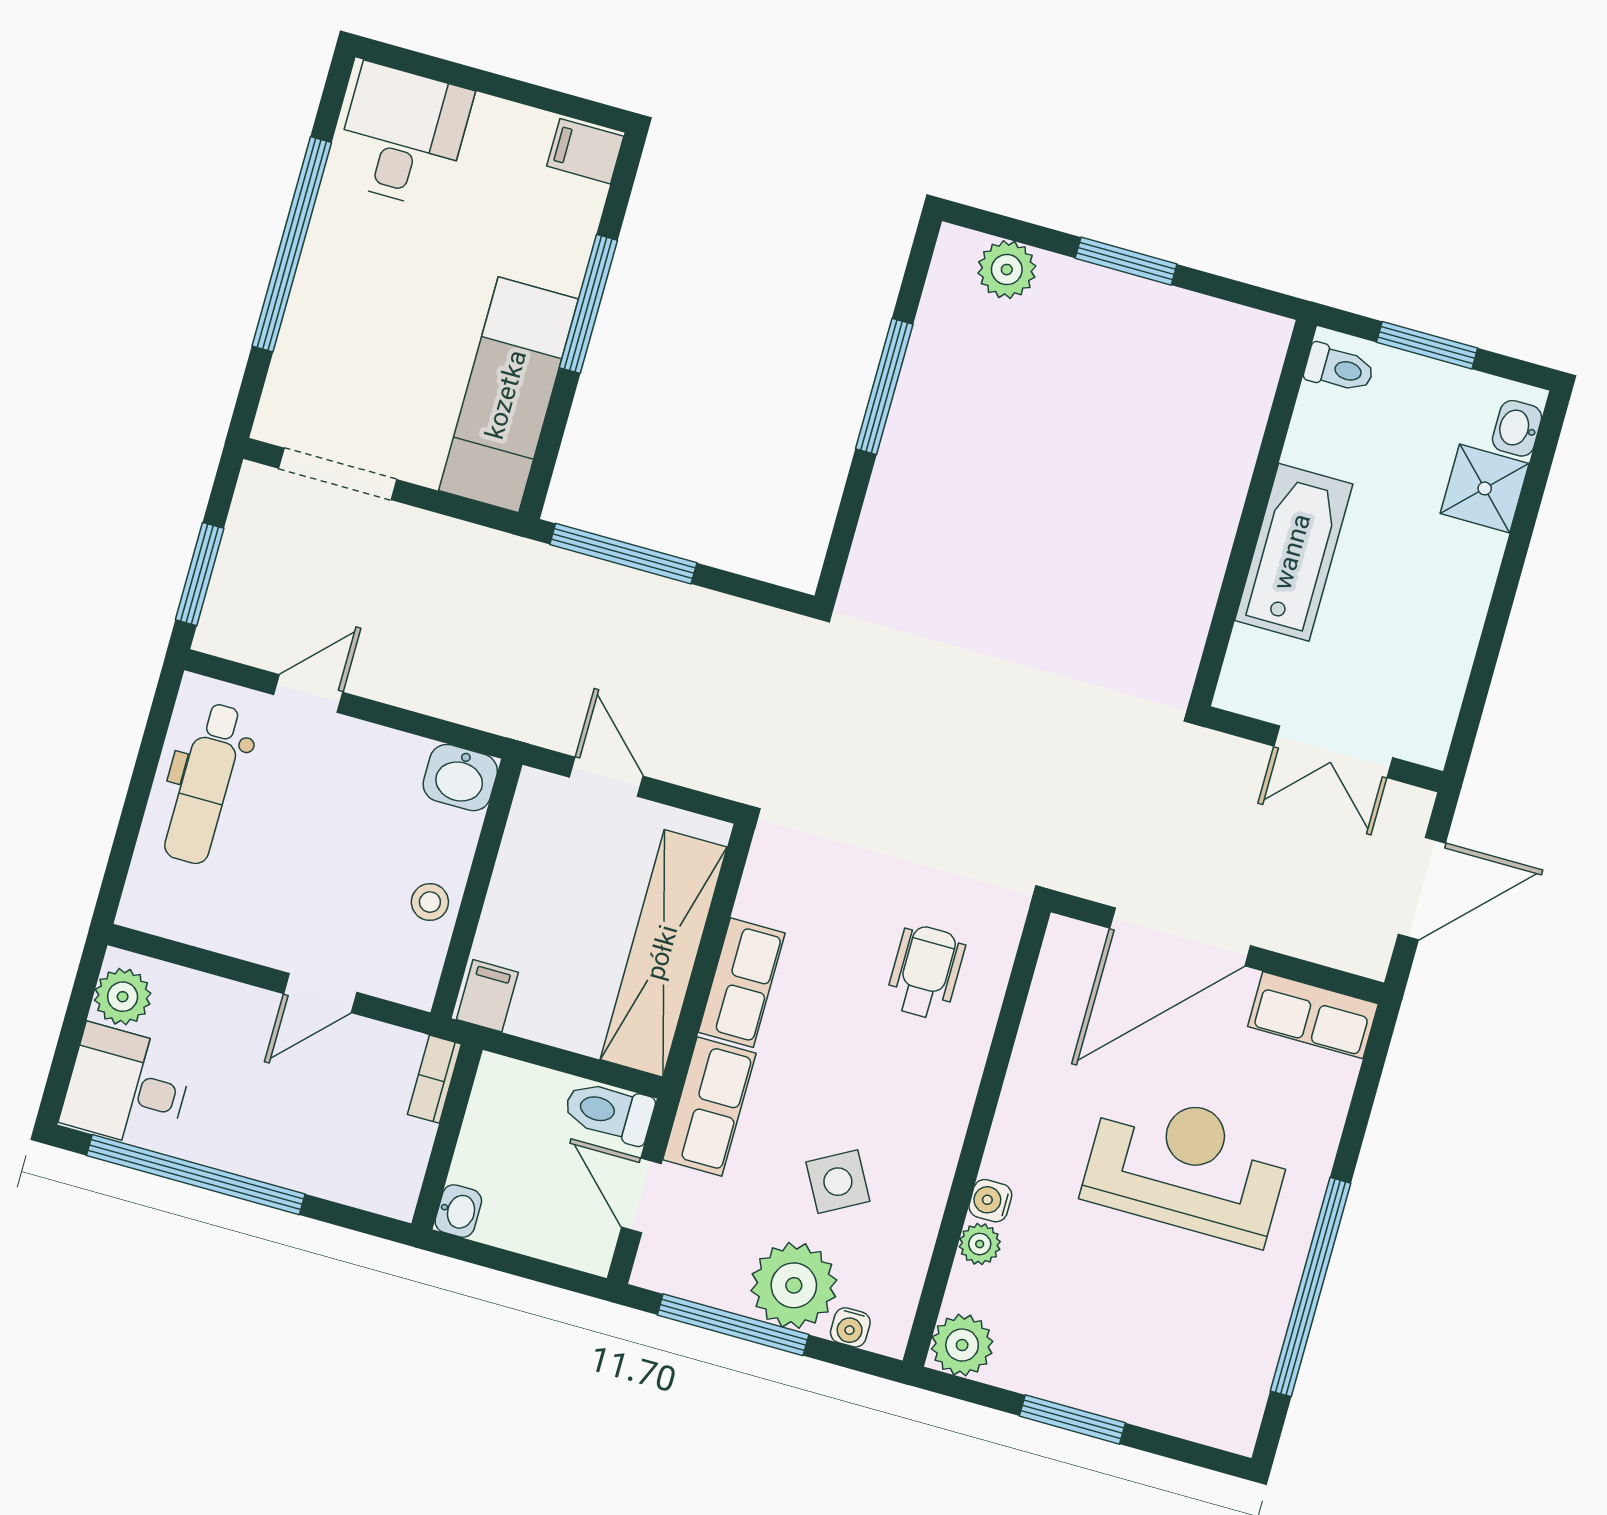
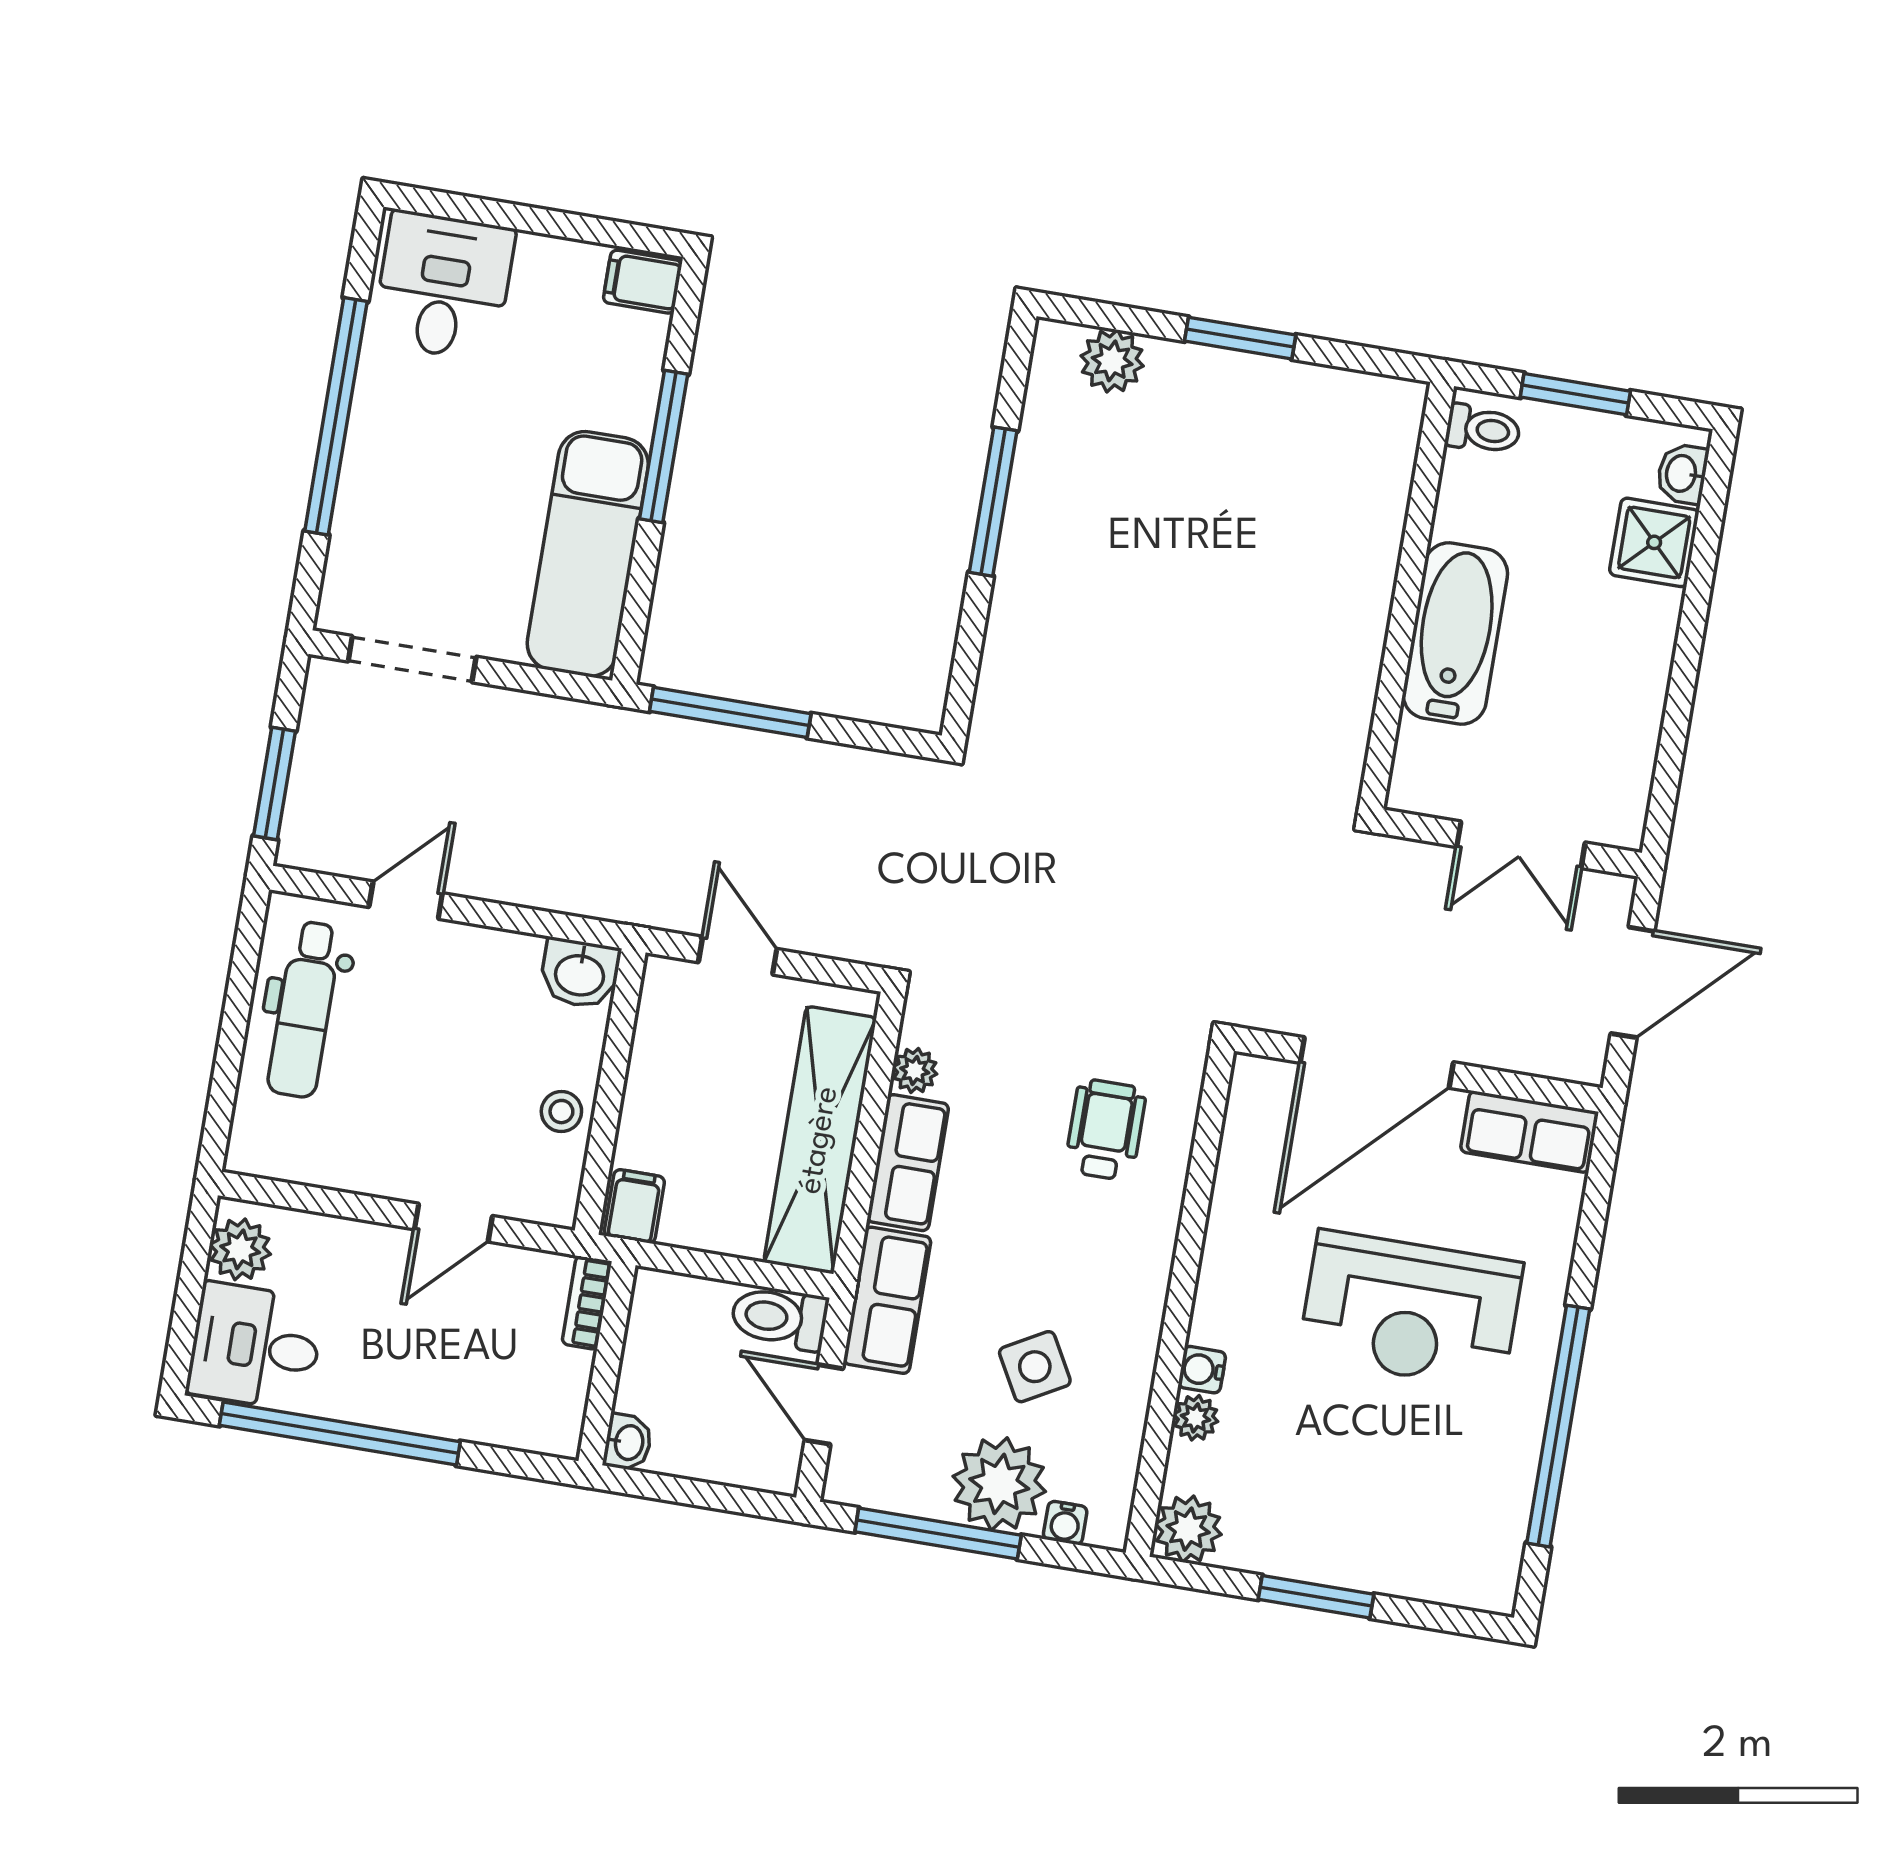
plant: (757, 899) -> (915, 1070), added
reception desk: (1187, 1167) -> (1411, 1310), turned 180

